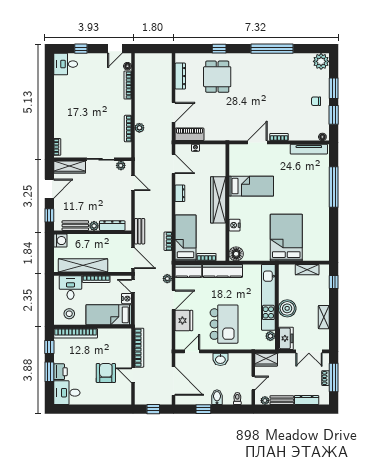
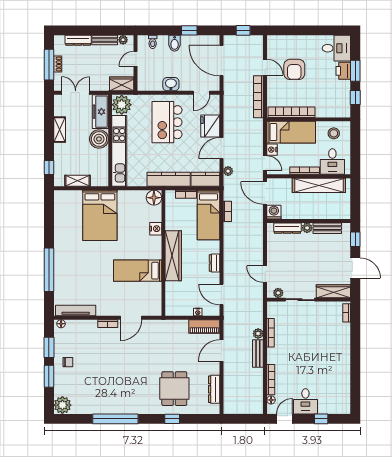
desk: (66, 64) -> (305, 401), moved, turned 90
door: (49, 189) -> (355, 268), swing flipped
bench: (140, 231) -> (258, 353), moved
washing machine: (60, 241) -> (274, 212), moved, turned 90
bookcase: (76, 333) -> (292, 112), moved
plant: (270, 336) -> (122, 105), width x1.87, depth x1.87
freezer: (286, 338) -> (100, 112), width x1.40

